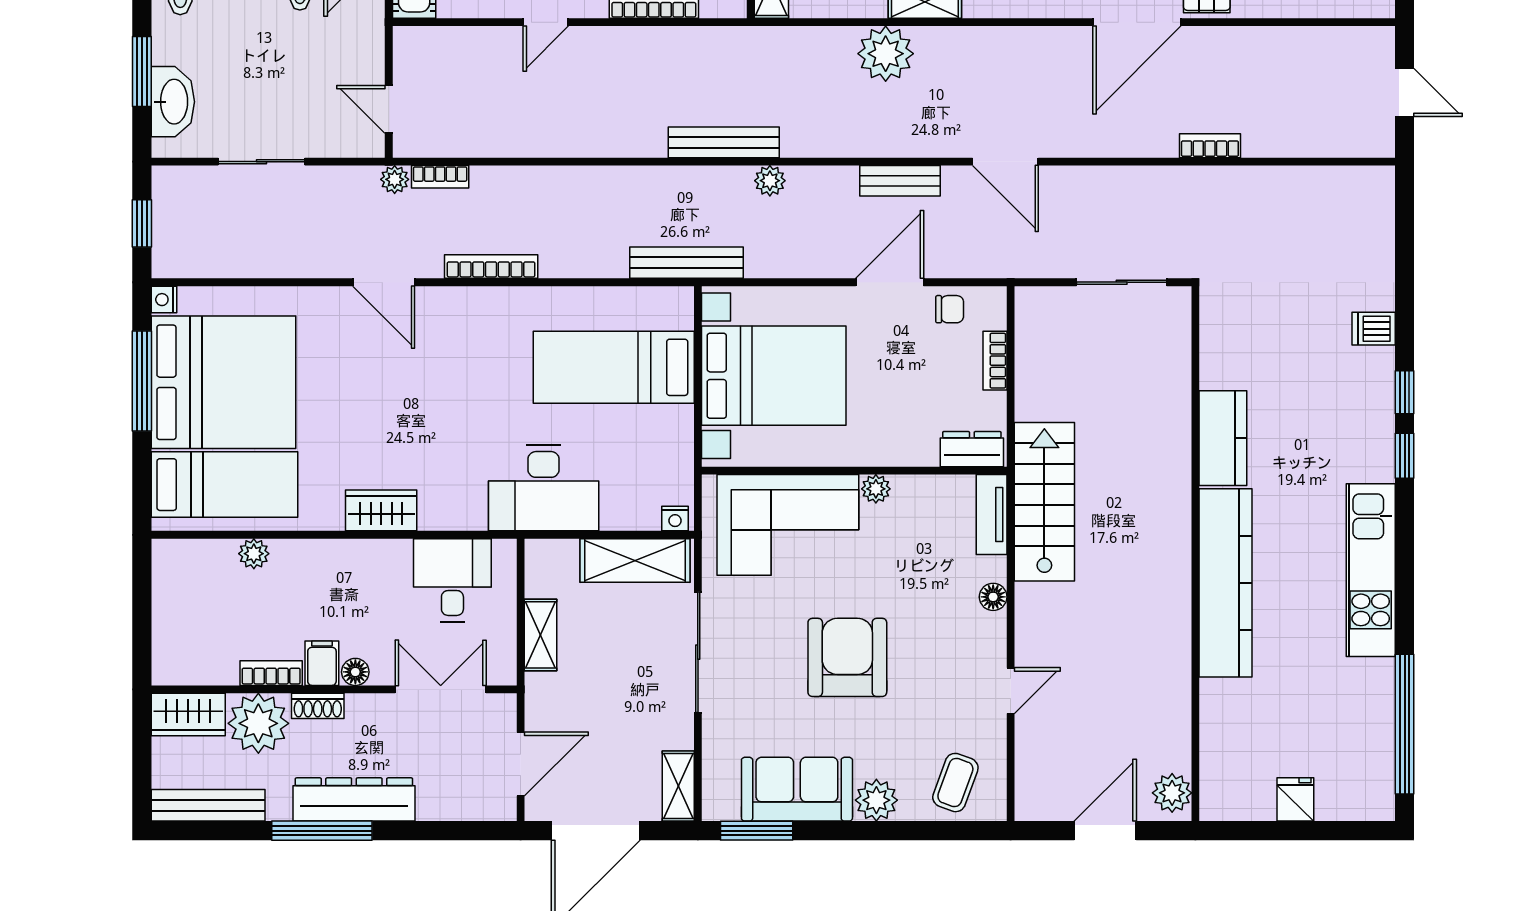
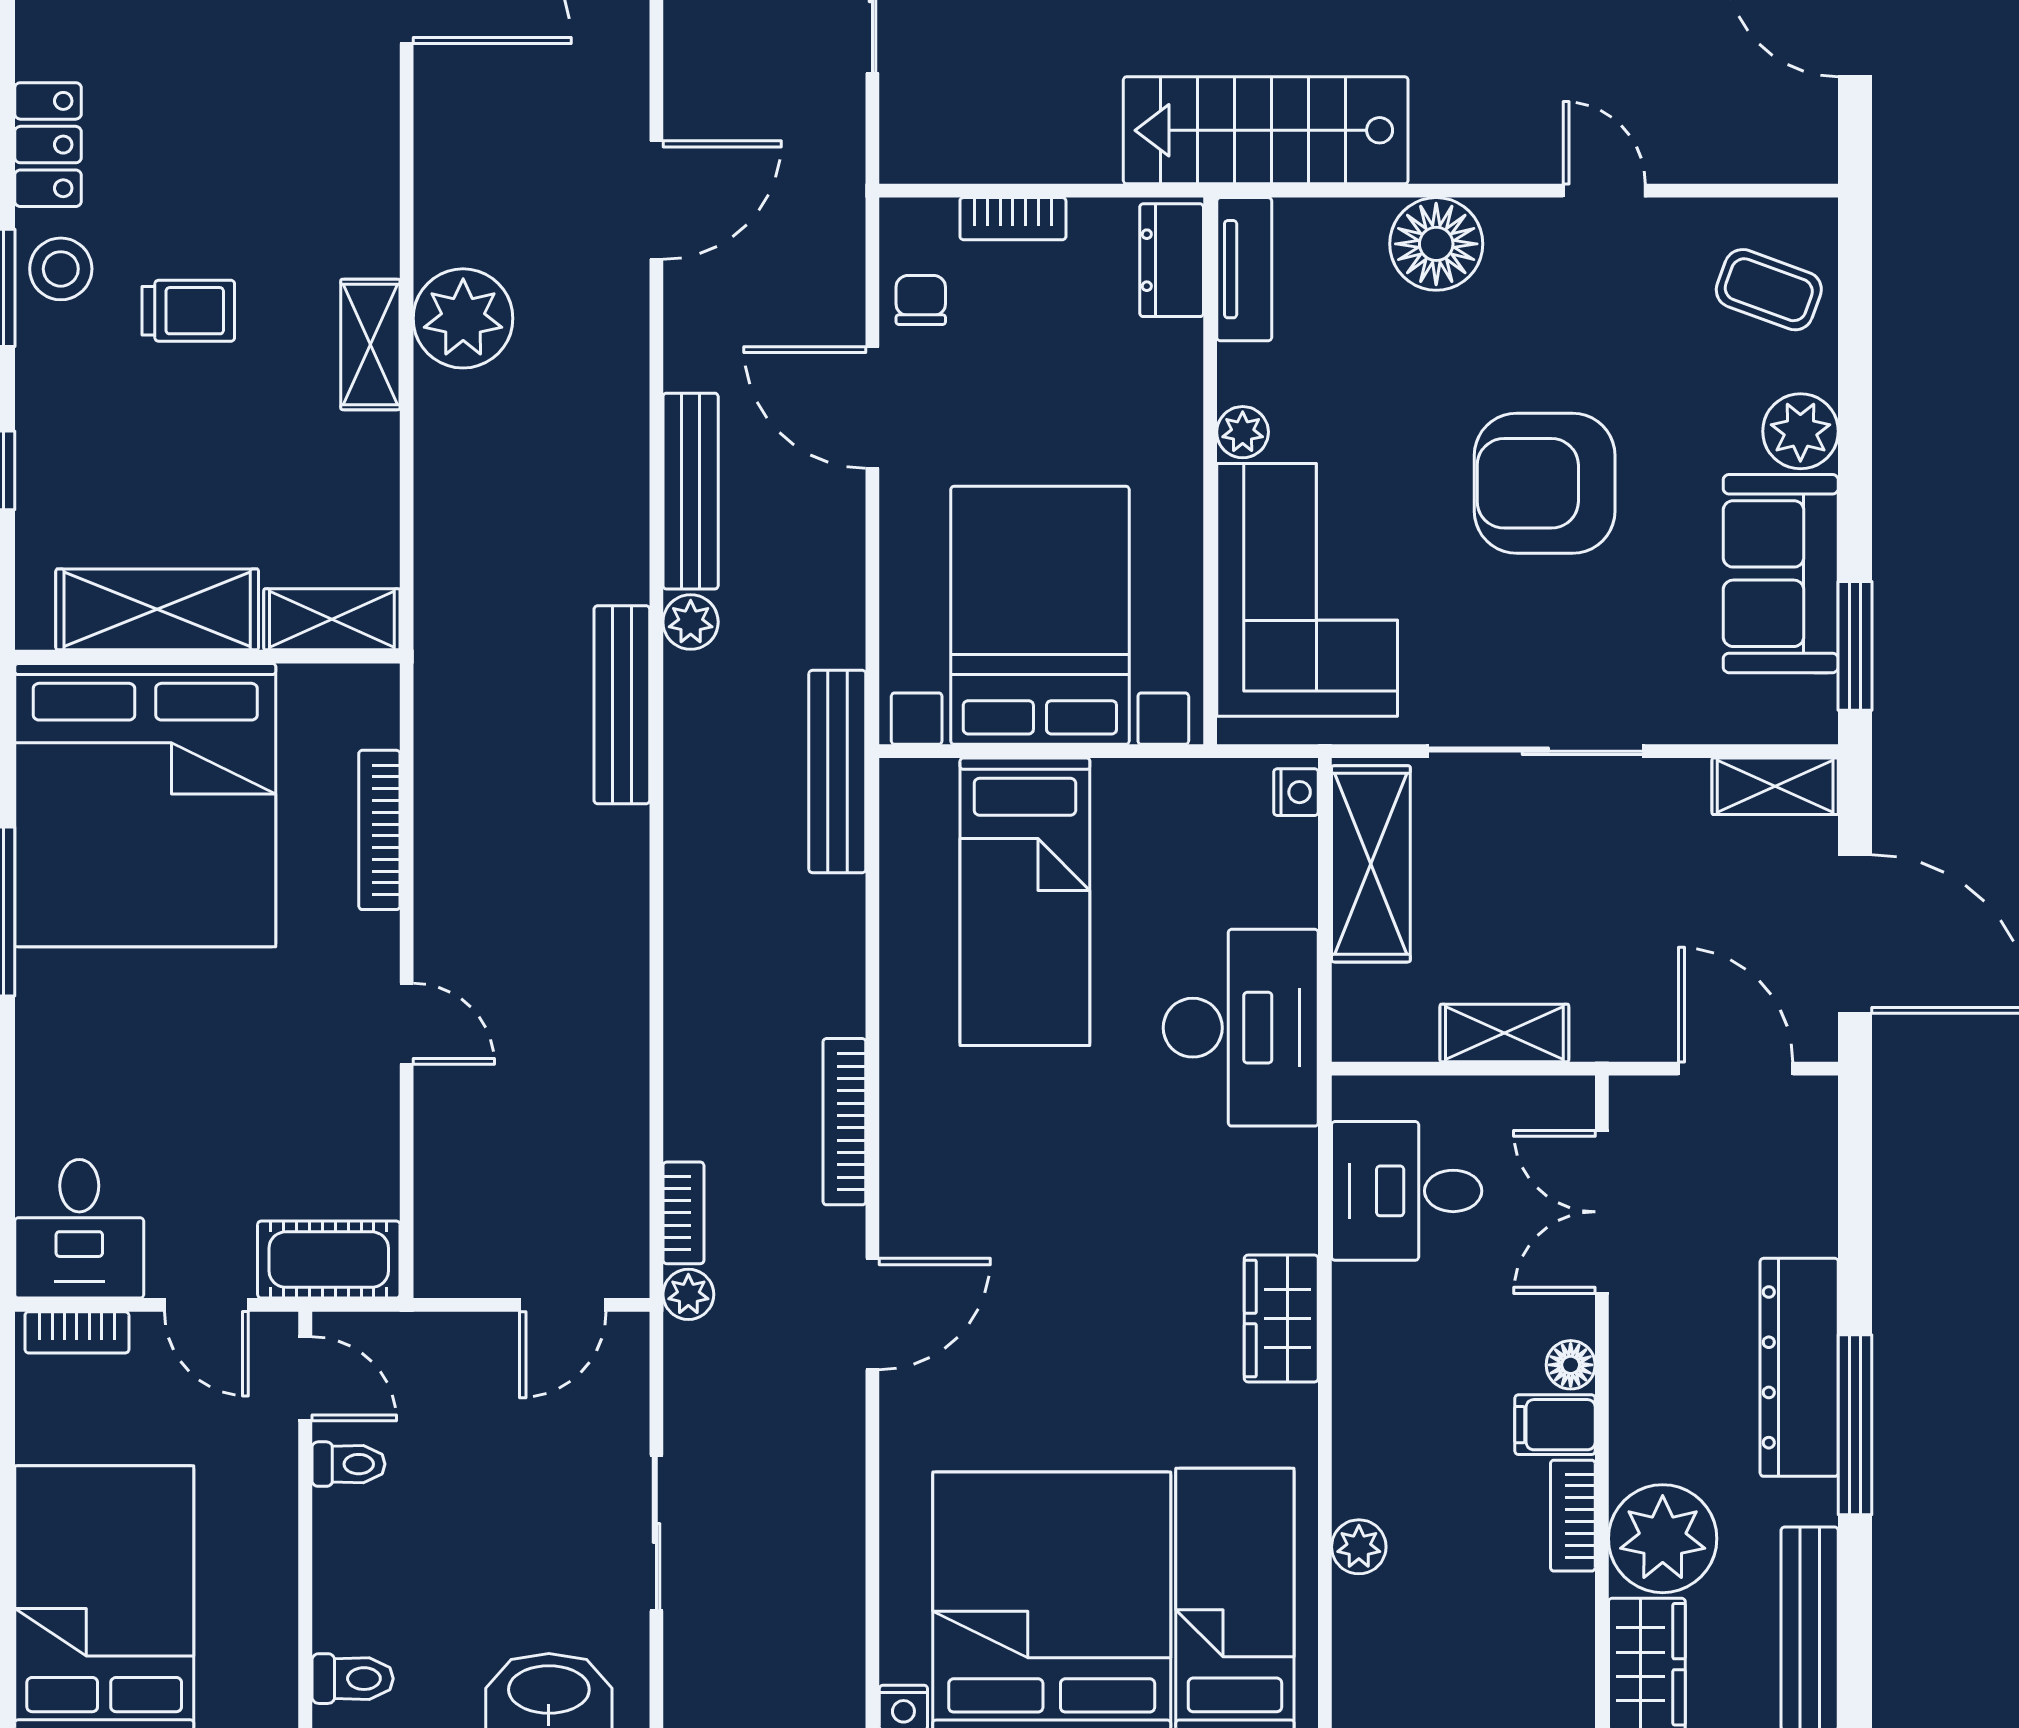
plant: (886, 54) -> (463, 318), moved
bench: (900, 181) -> (691, 491), moved, width x1.36
tv unit: (992, 514) -> (1244, 269), moved, turned -90
floor lamp: (993, 597) -> (1436, 244), width x1.89, depth x1.89
shoe rack: (318, 706) -> (1631, 1432), removed

